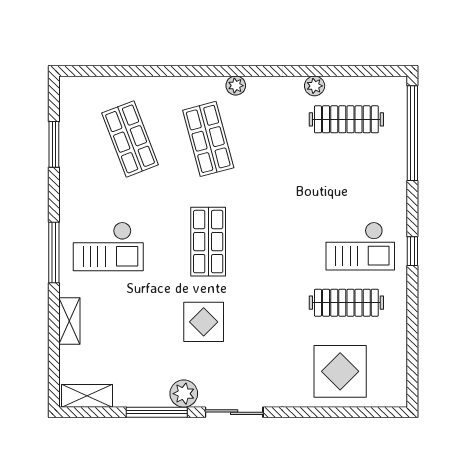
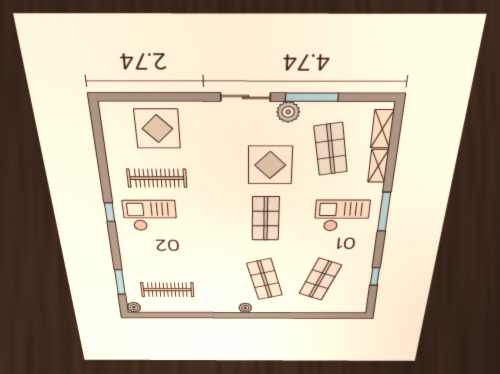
plant: (315, 86) -> (134, 307), moved
window: (412, 133) -> (120, 282), width x0.47
shop shelf: (130, 139) -> (320, 279), turned 42
window: (54, 144) -> (375, 277), width x0.67
display table: (204, 322) -> (270, 165), width x1.36, depth x1.36
shop shelf: (130, 344) -> (331, 149), added
shelving: (87, 396) -> (382, 129), moved, turned 90

